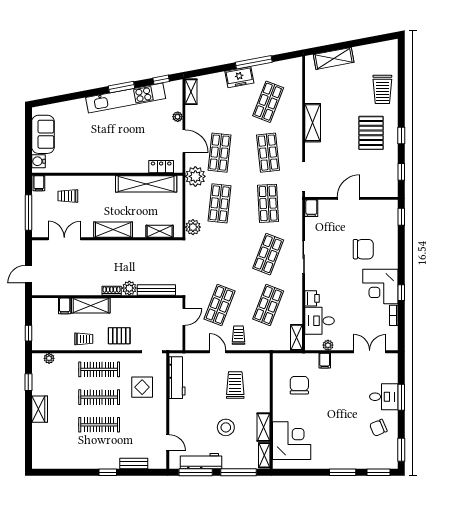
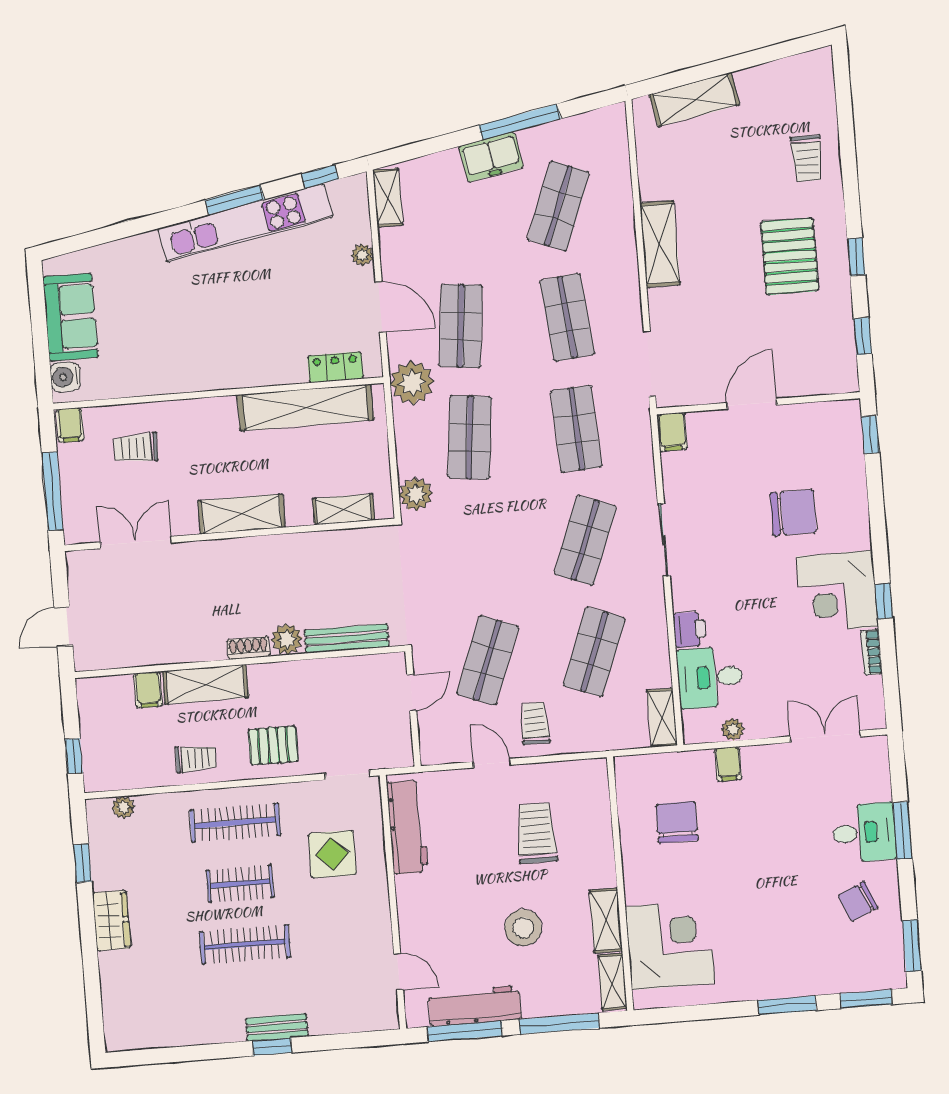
trolley: (382, 89) -> (807, 158), width x0.73, depth x0.72
clothes rail: (99, 397) -> (240, 884), width x0.73
bench: (134, 464) -> (277, 1027), moved

